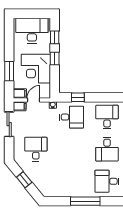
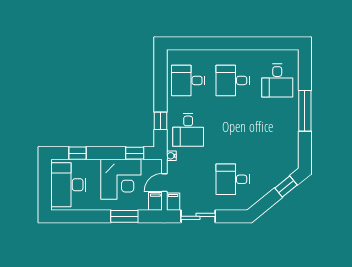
window: (55, 58) -> (135, 153), moved
door: (33, 100) -> (164, 183), hinge flipped
desk: (71, 117) -> (188, 130), turned 180
desk: (107, 149) -> (233, 80), turned 180
window: (24, 180) -> (286, 187), moved

